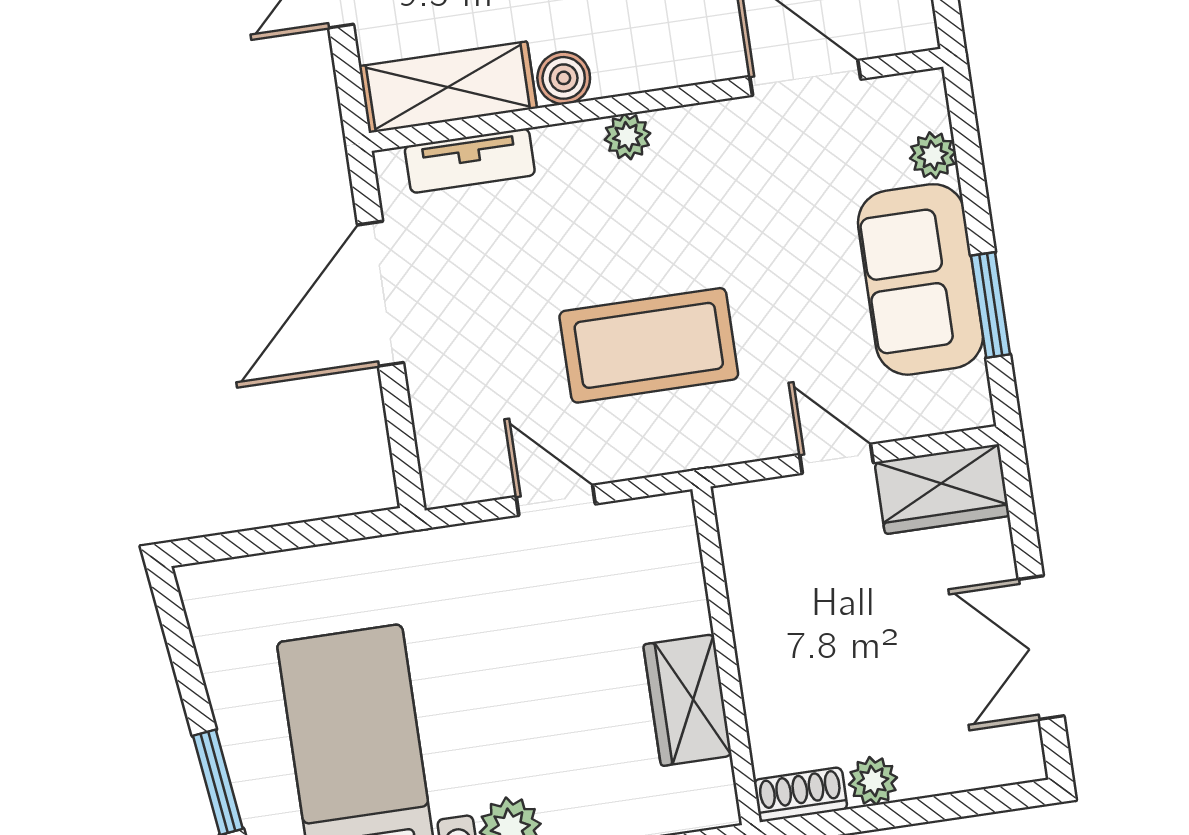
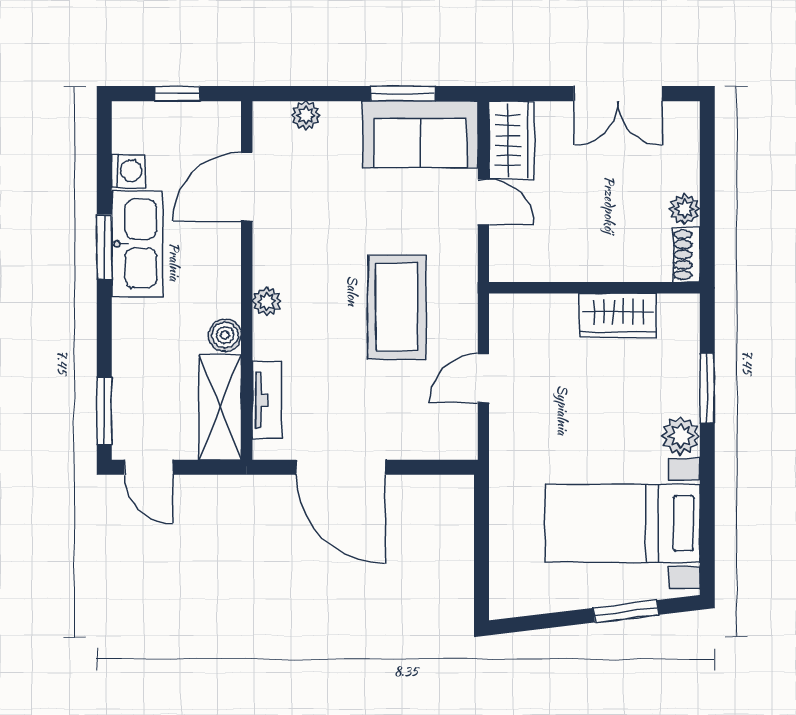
sofa: (920, 279) -> (420, 134), moved
door: (837, 459) -> (483, 202), swing flipped

